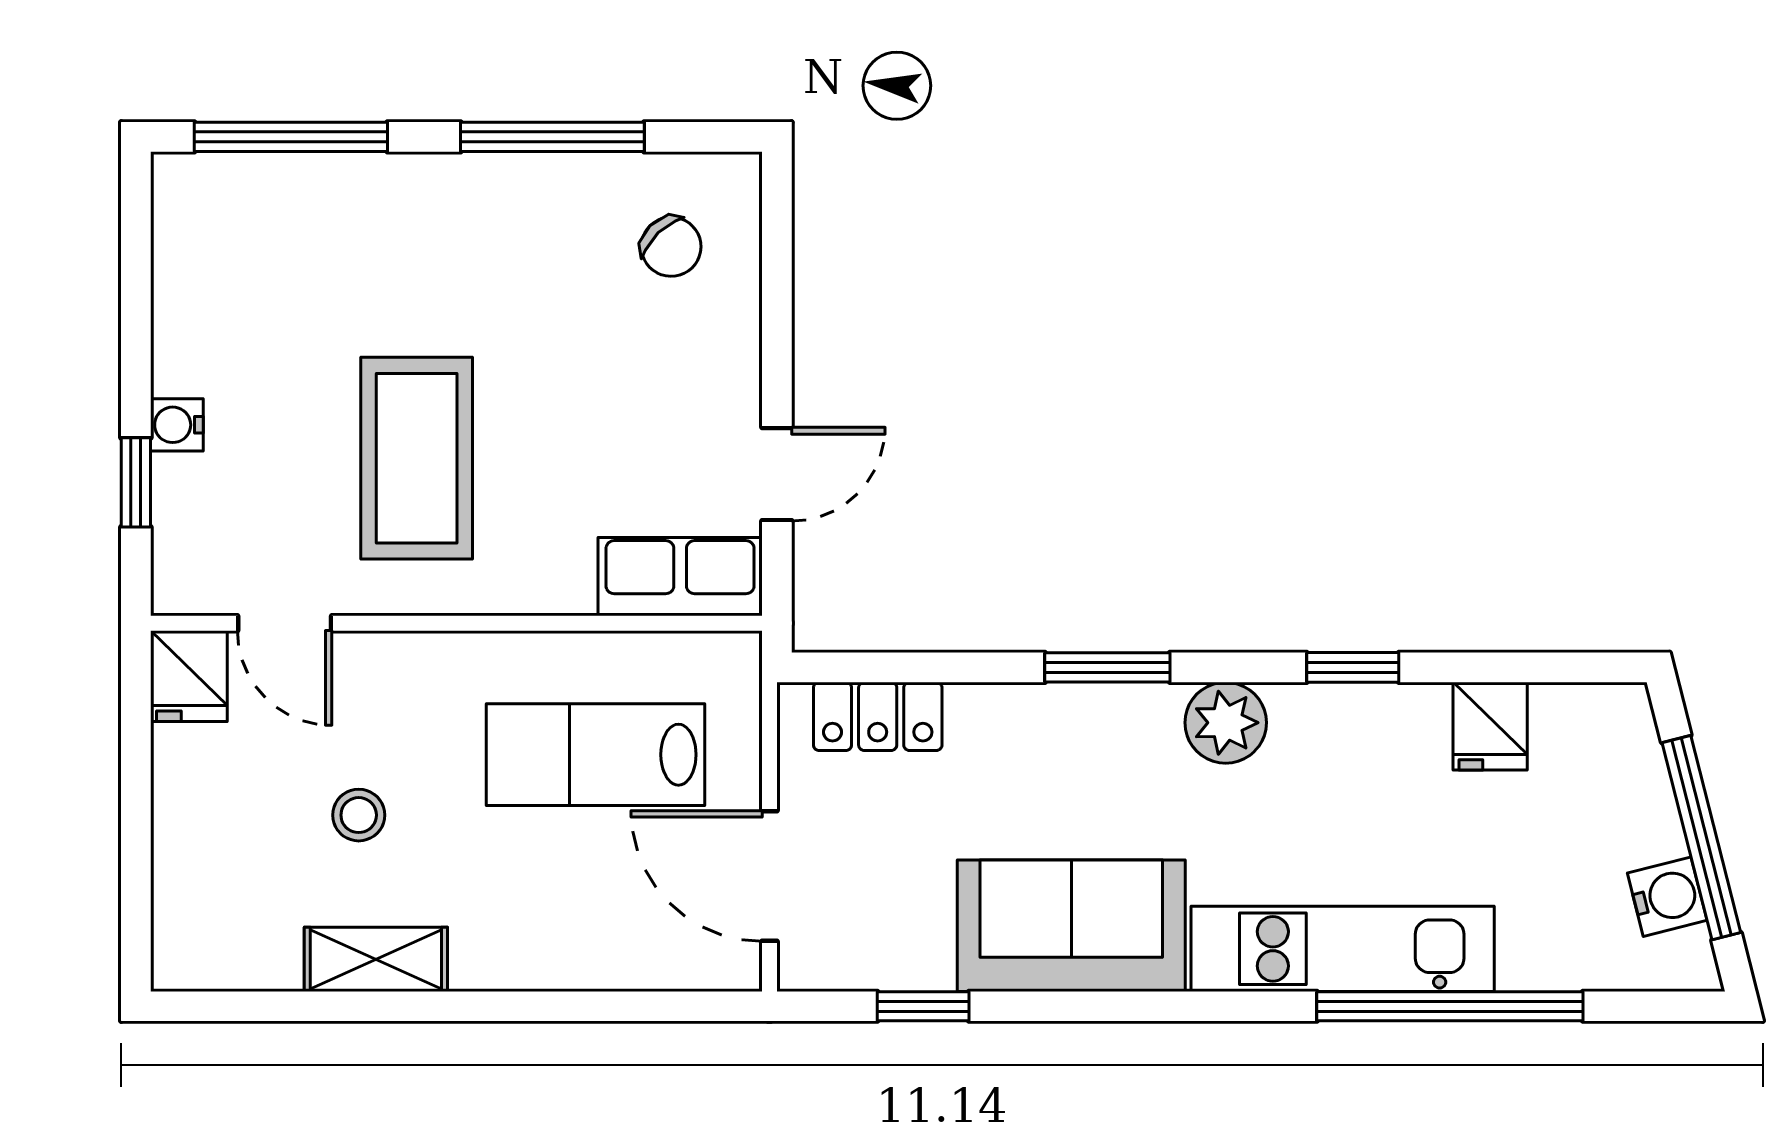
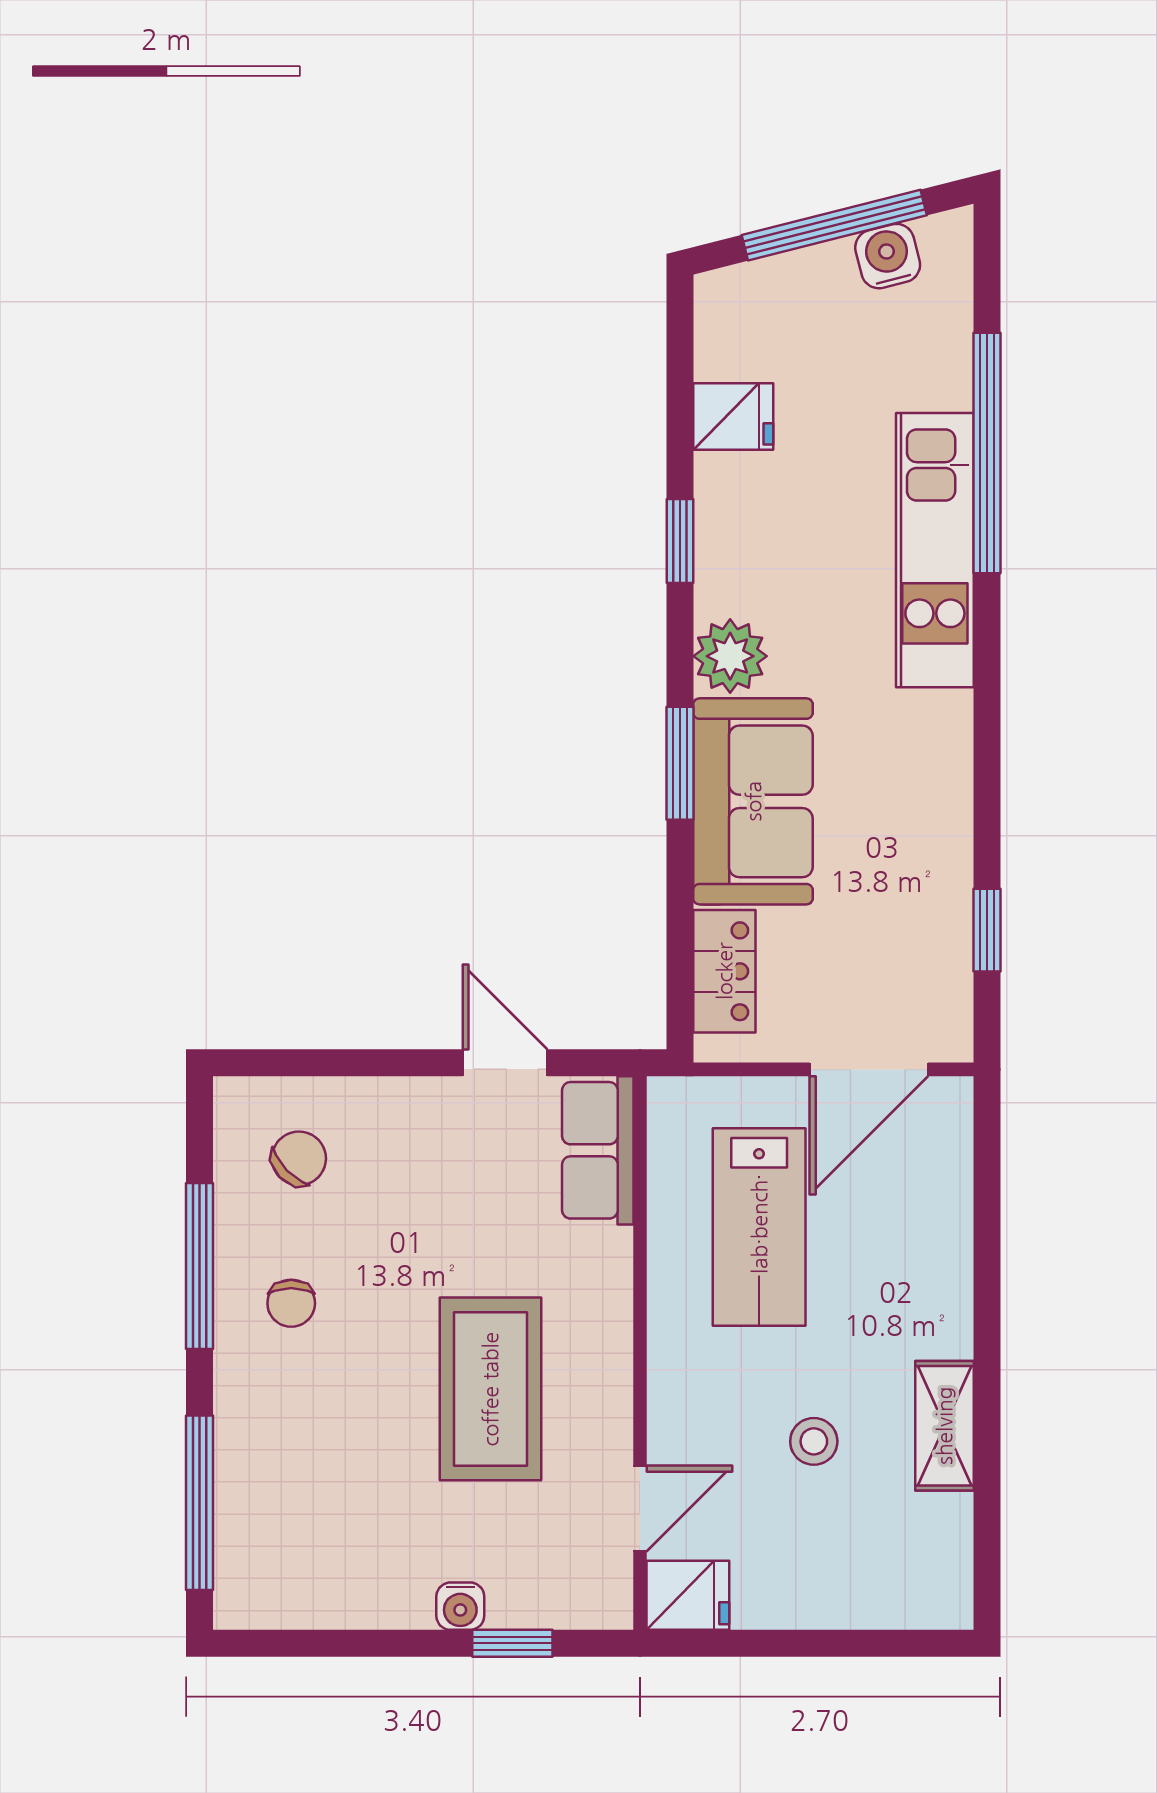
chair: (511, 238) -> (291, 1303), added
coffee table: (417, 458) -> (490, 1389), turned 90
sofa: (1071, 926) -> (753, 801), moved, turned 180

